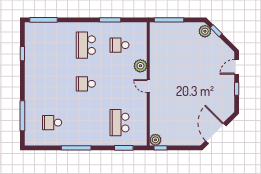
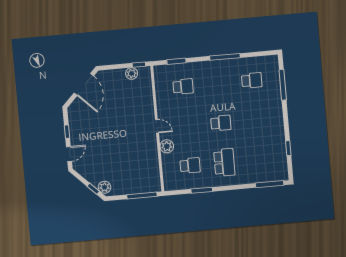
school desk: (119, 123) -> (183, 87), width x0.54
plant: (155, 140) -> (132, 74), moved

